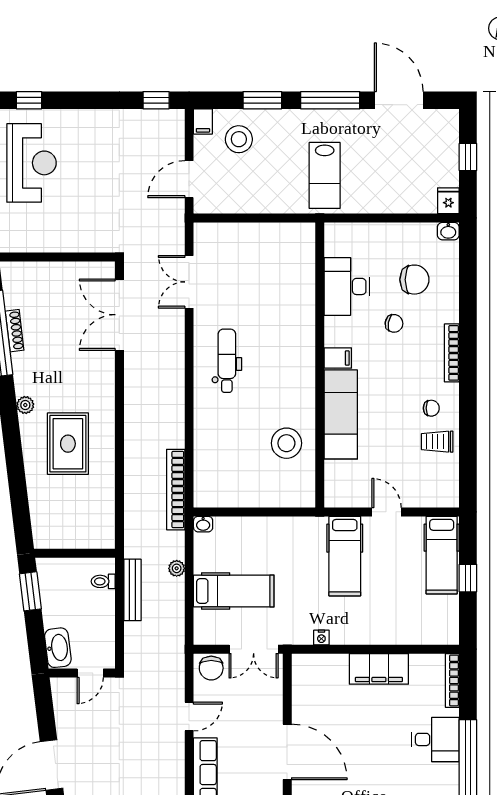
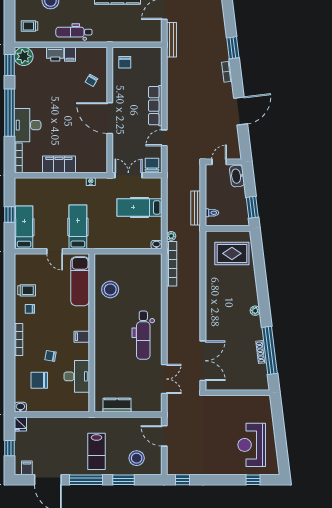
filing cabinet: (203, 122) -> (27, 468), moved
lab bench: (325, 175) -> (97, 451), moved, turned 180
door: (189, 179) -> (164, 436), swing flipped
kitchen counter: (274, 235) -> (117, 405), added
dental chair: (227, 361) -> (143, 335), width x1.36, depth x1.38
exam couch: (341, 414) -> (80, 281), moved
rug: (68, 444) -> (232, 253), moved, turned 90
plant: (177, 568) -> (171, 236), moved
desk: (435, 739) -> (28, 125), width x1.37

